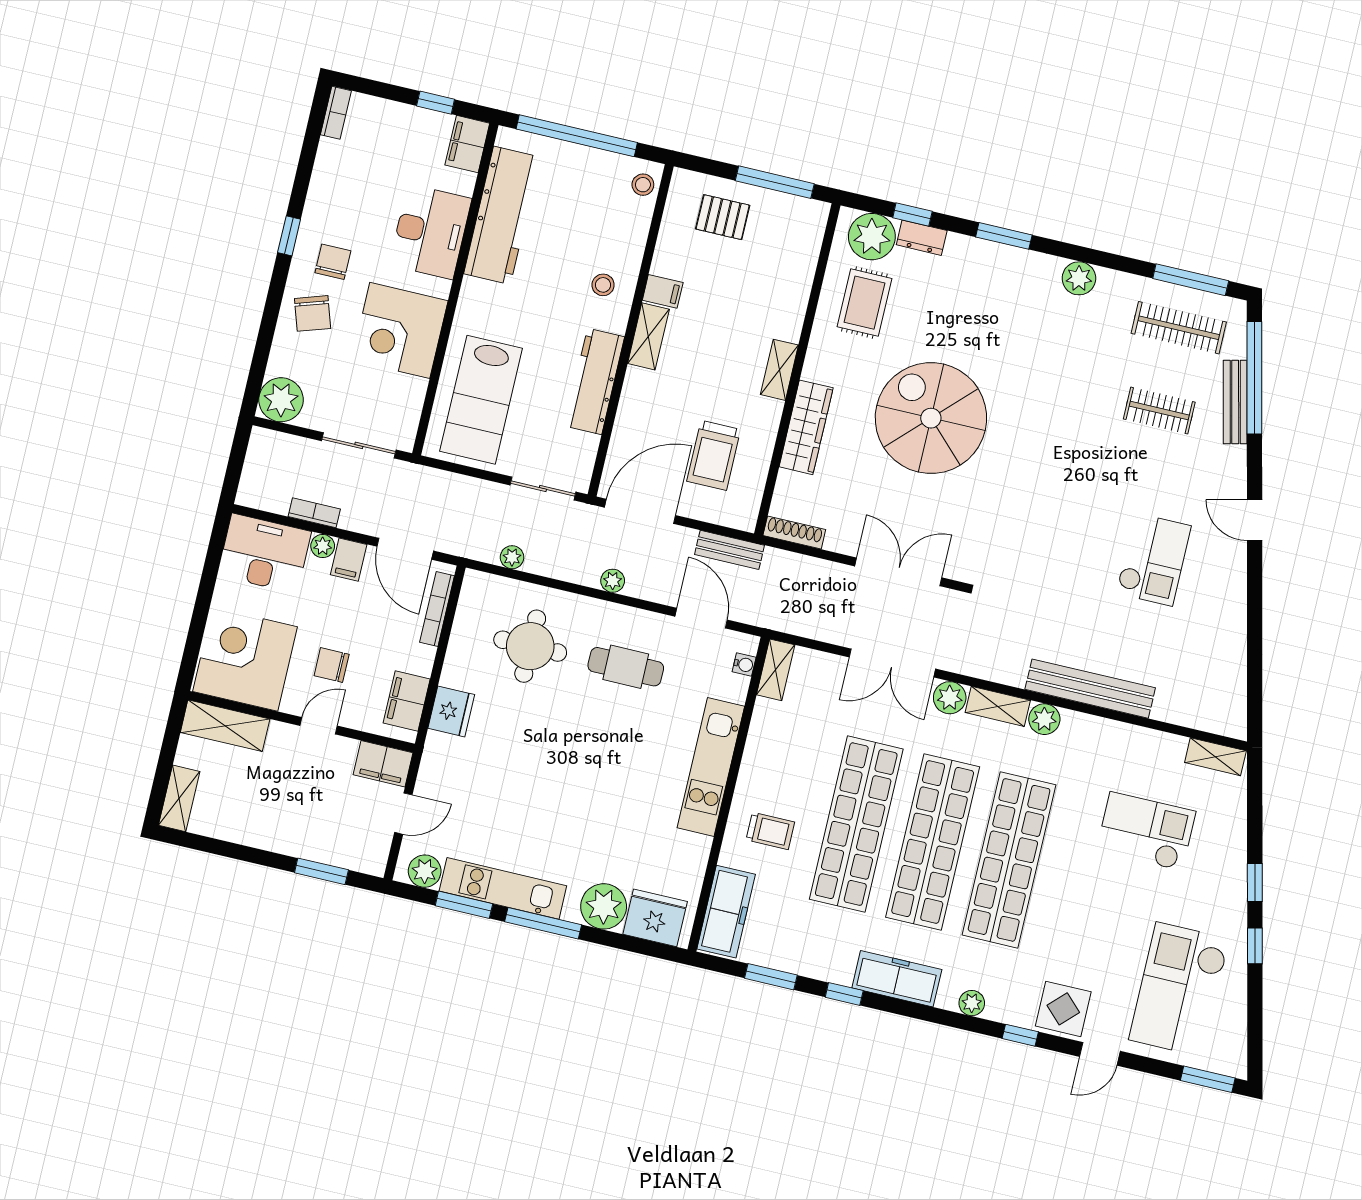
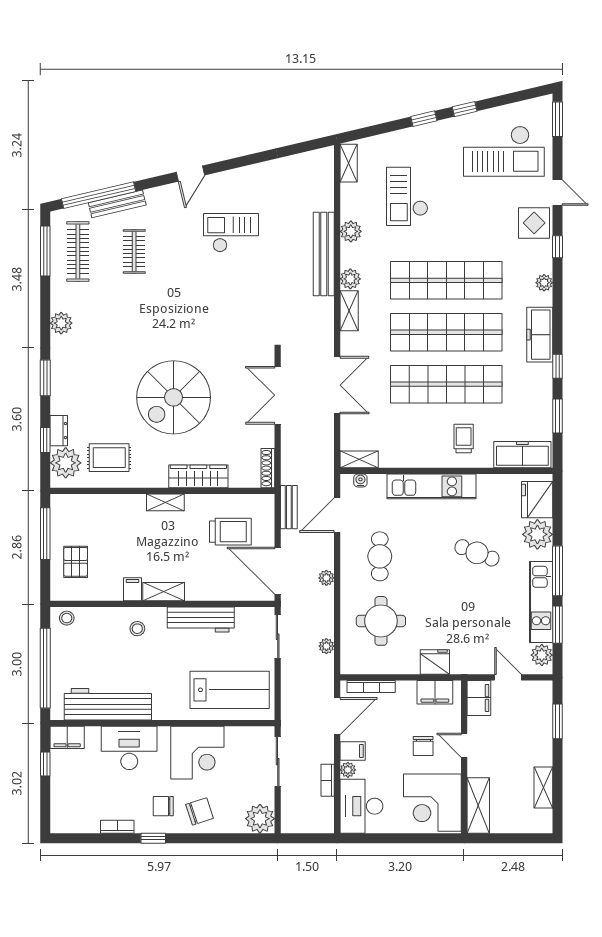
bookcase: (336, 113) -> (117, 827), moved
plant: (950, 698) -> (351, 231), moved
shelving: (179, 798) -> (543, 788), moved, turned 90
cafe table: (597, 811) -> (477, 553), added

